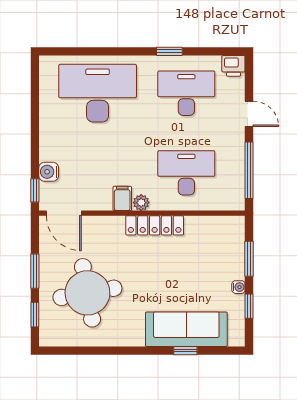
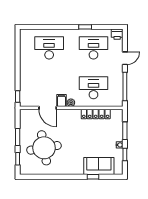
desk: (98, 93) -> (49, 48), width x0.73, depth x0.77
door: (249, 114) -> (125, 58), hinge flipped
water cooler: (49, 172) -> (25, 87), removed
door: (64, 213) -> (48, 108), moved
locker: (155, 225) -> (96, 114), moved
sofa: (186, 329) -> (99, 166), width x0.73

